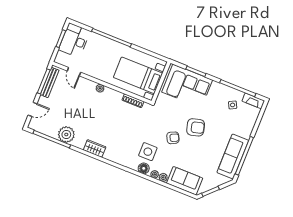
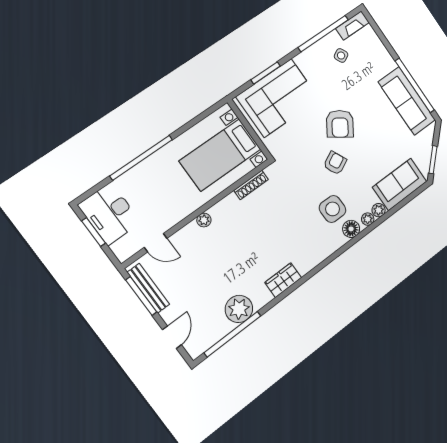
armchair: (196, 127) -> (340, 124), turned 139

